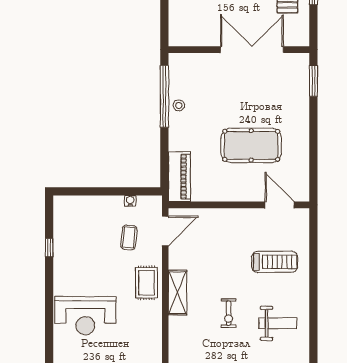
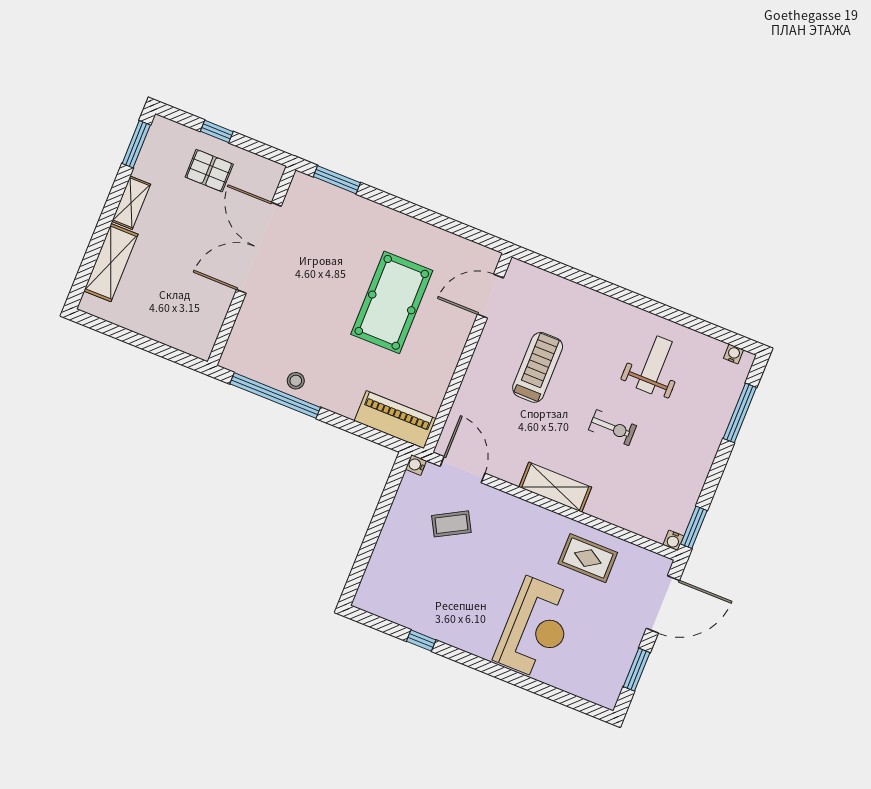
water cooler: (130, 201) -> (416, 465), moved
coffee table: (129, 237) -> (451, 524), turned -35
treadmill: (275, 262) -> (538, 367), moved
rug: (147, 283) -> (588, 558), moved

